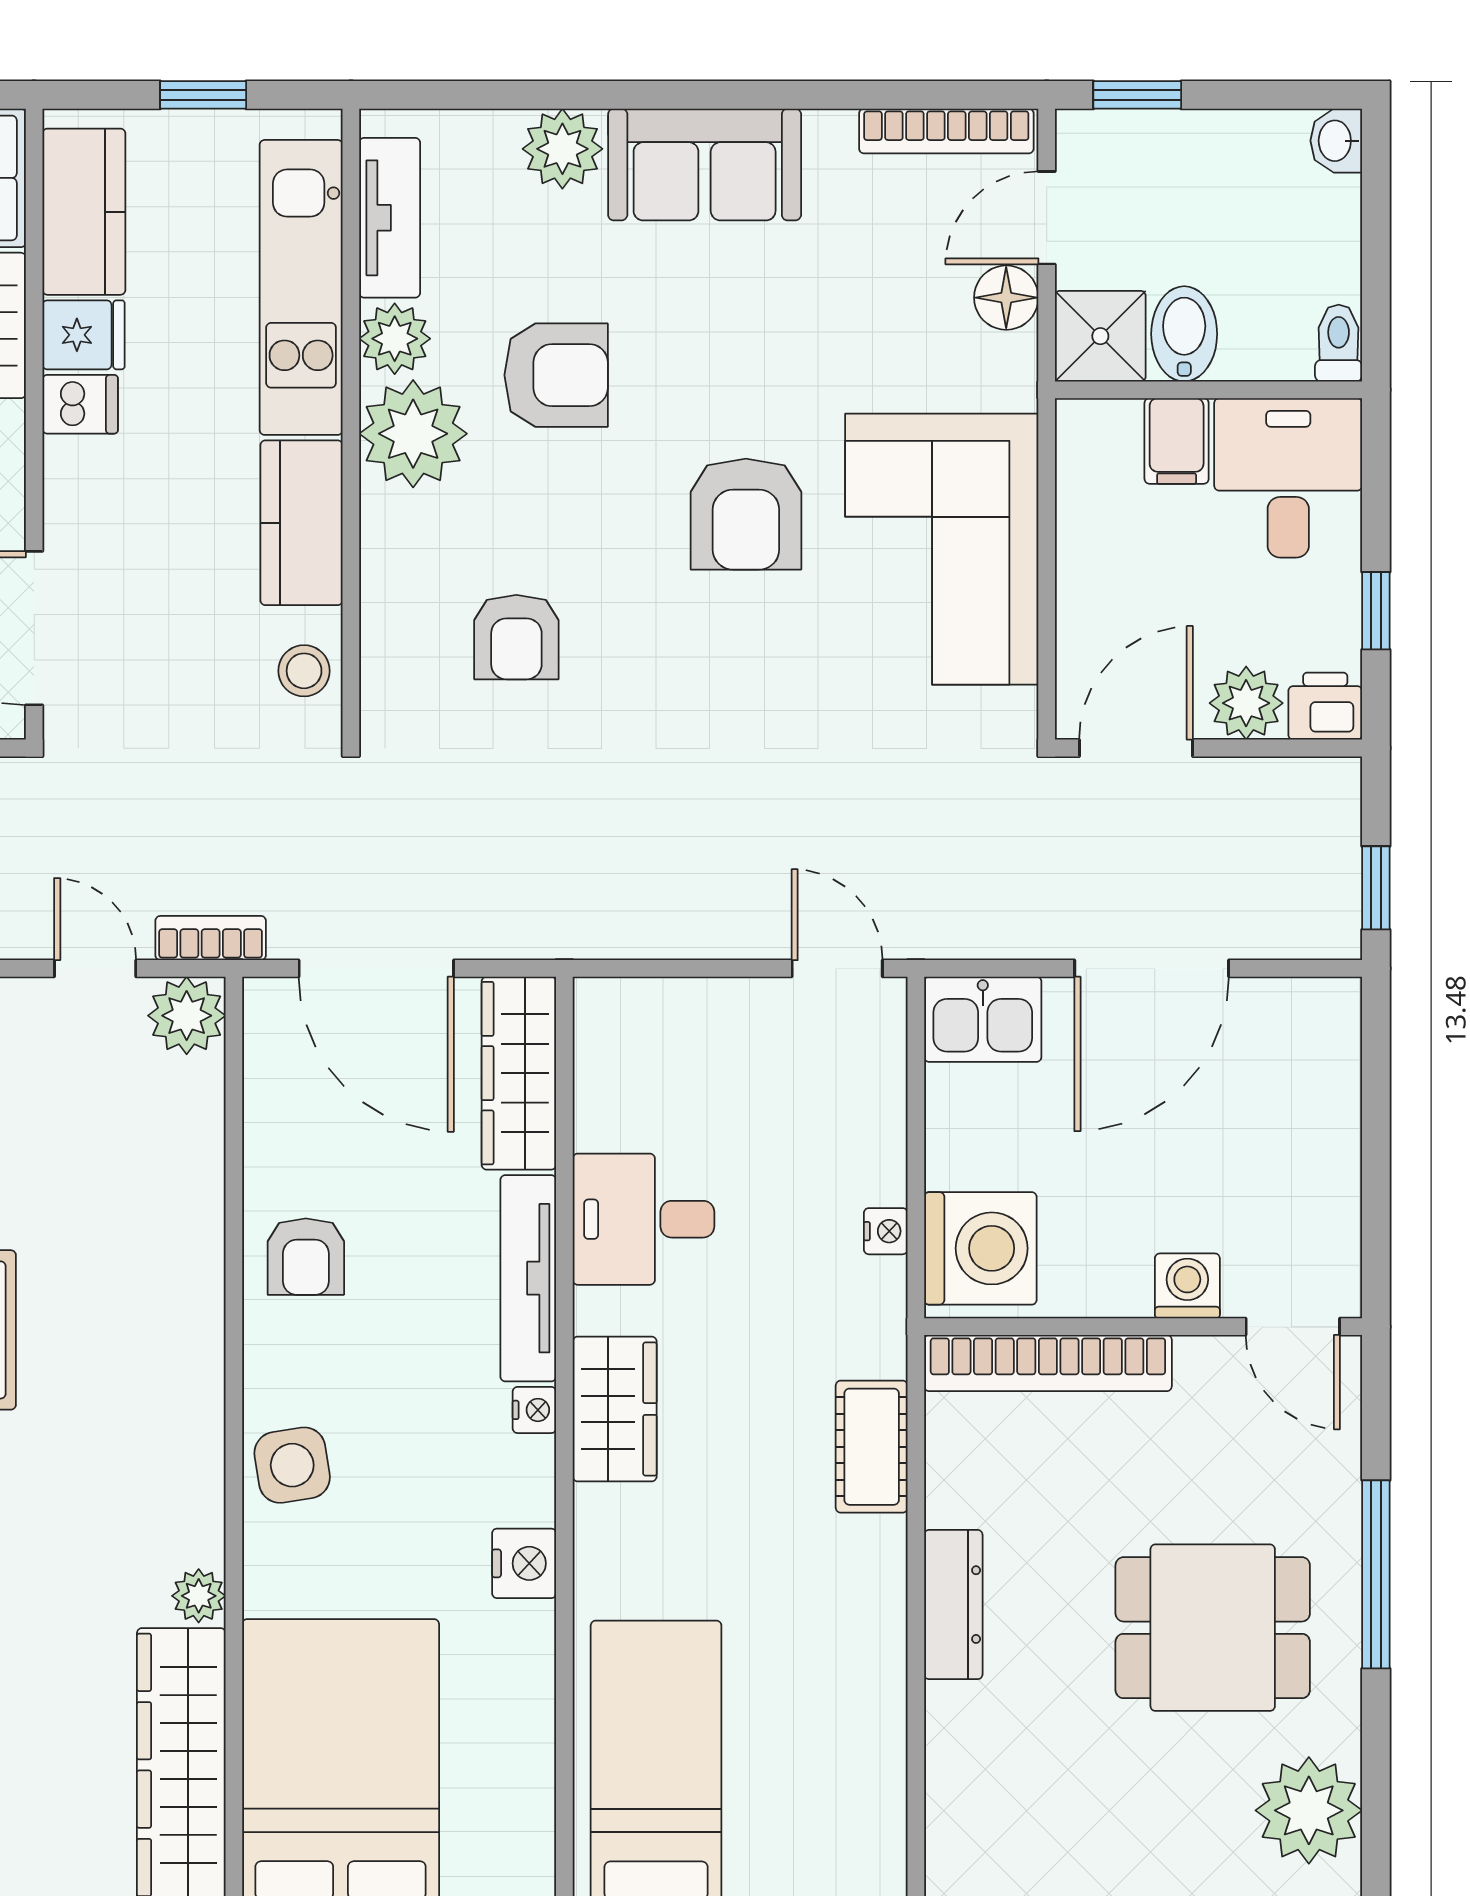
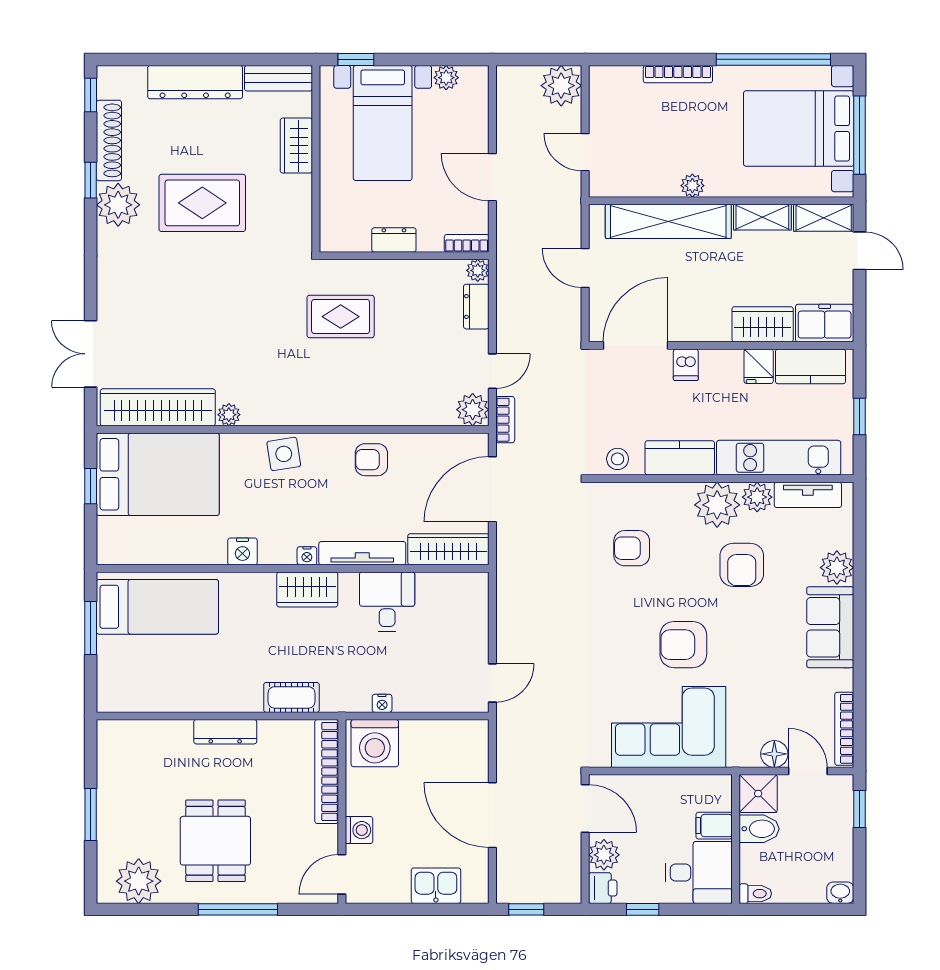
dishwasher: (80, 404) -> (686, 365), moved
kitchen sink: (983, 1019) -> (436, 886), moved, turned 90

